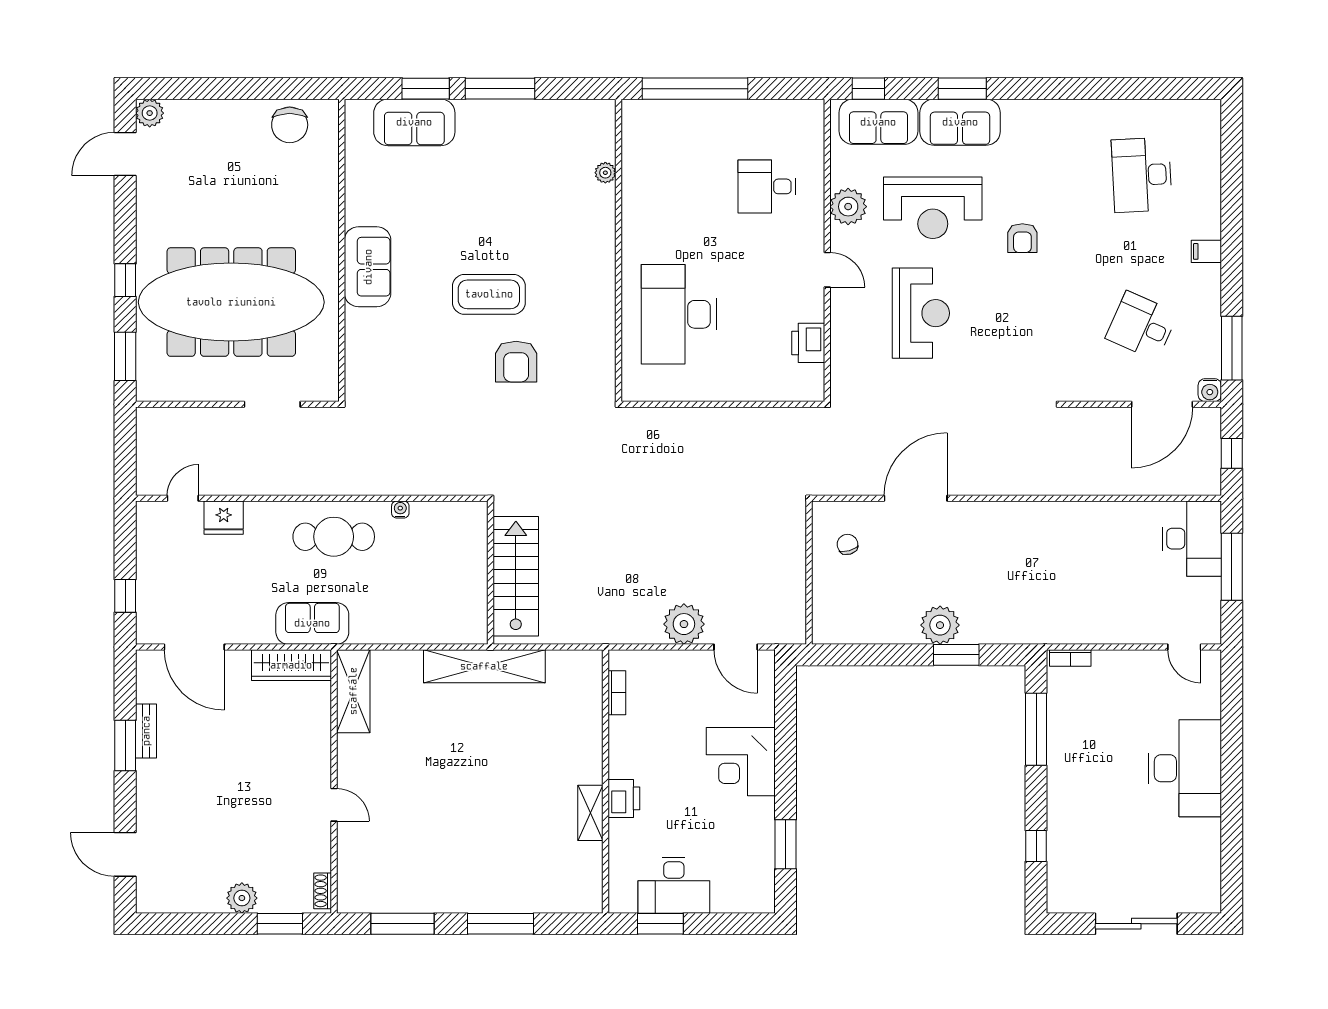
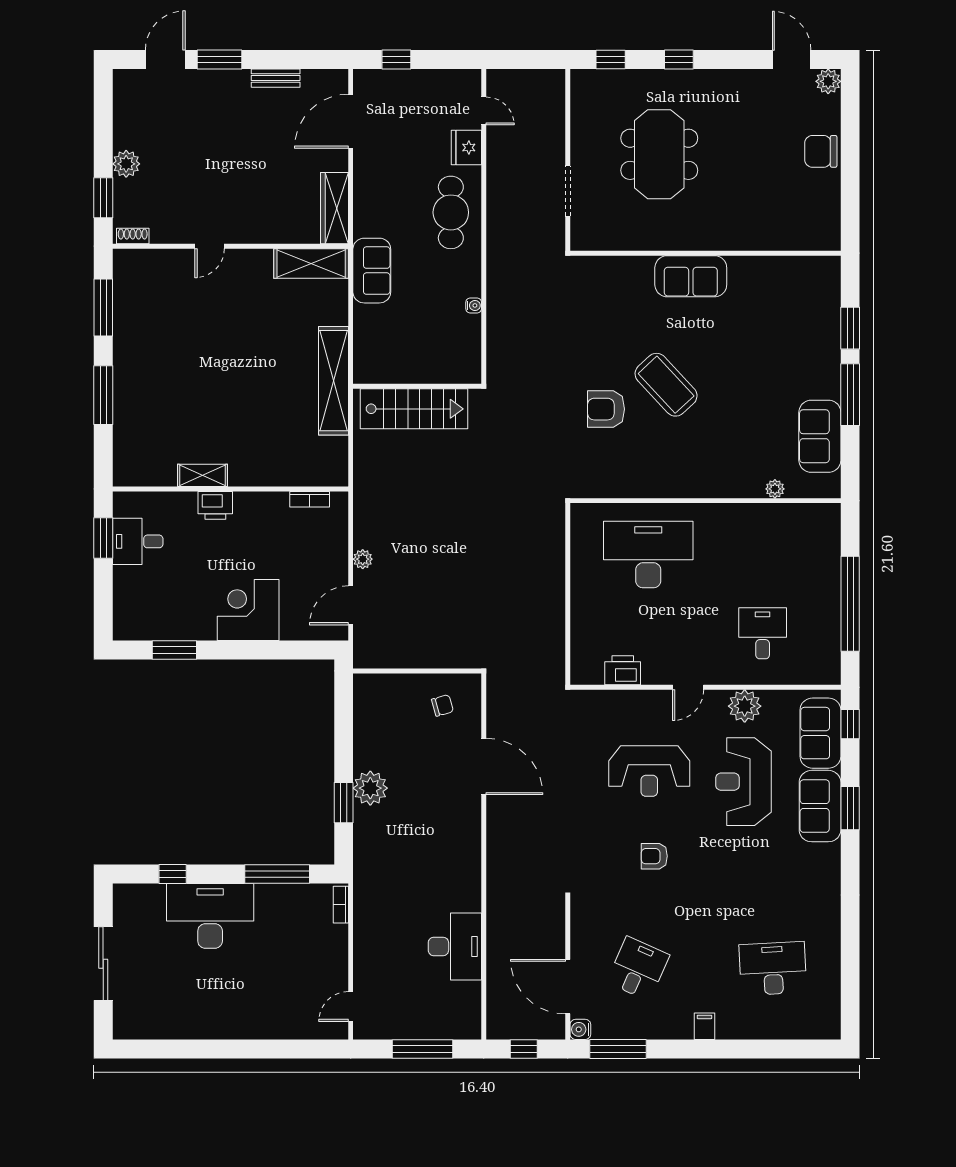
window: (695, 89) -> (850, 604), moved
sofa: (414, 122) -> (820, 436), moved
chair: (290, 125) -> (821, 151), moved
armchair: (1022, 238) -> (654, 856), moved
coffee table: (489, 294) -> (666, 385), turned -43
meeting table: (231, 302) -> (659, 154), width x0.54, depth x0.79
window: (125, 356) -> (611, 59), width x0.67
cafe table: (334, 537) -> (451, 212), moved
desk: (1192, 539) -> (455, 946), moved, turned -90
sofa: (312, 623) -> (372, 271), moved
plant: (684, 624) -> (363, 559), width x0.53, depth x0.53
window: (125, 746) -> (219, 59), moved
desk: (1185, 768) -> (210, 916), moved, turned 180
desk: (674, 885) -> (138, 541), width x0.73

